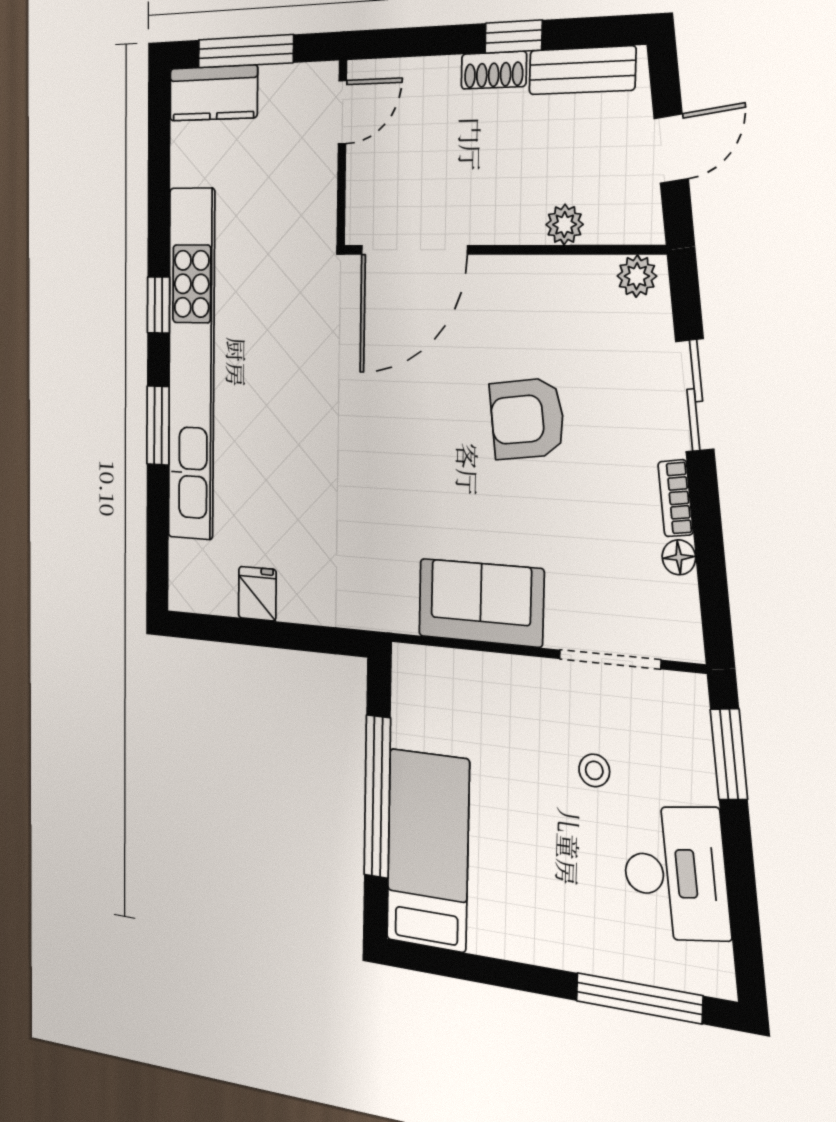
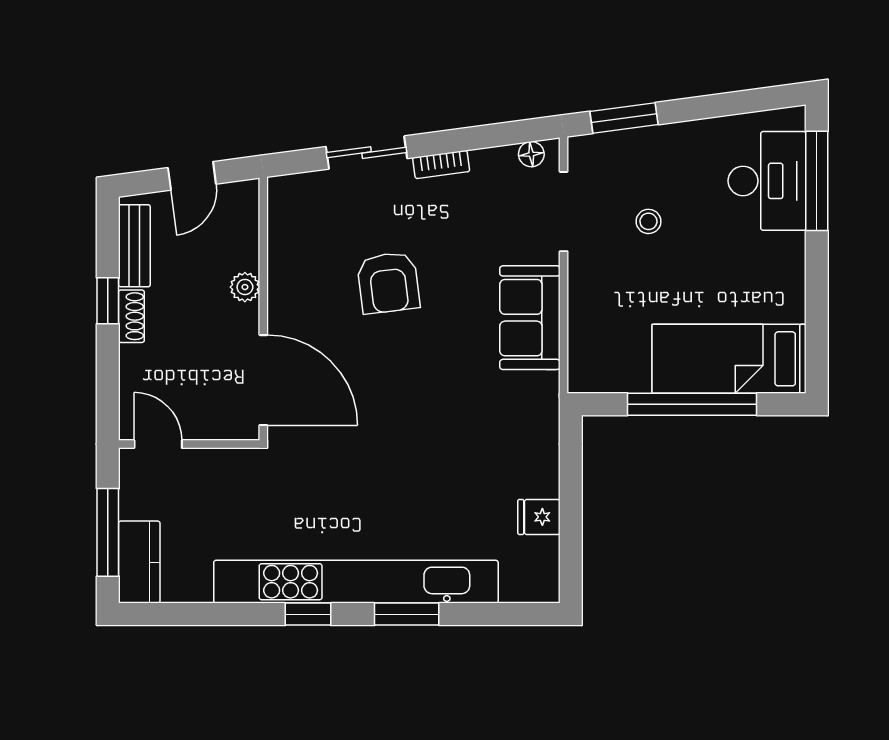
door: (671, 149) -> (192, 176), swing flipped
plant: (565, 225) -> (245, 287), moved
plant: (637, 276) -> (282, 199), removed
floor lamp: (679, 557) -> (531, 154), moved
desk: (675, 874) -> (767, 181), moved, turned 98

